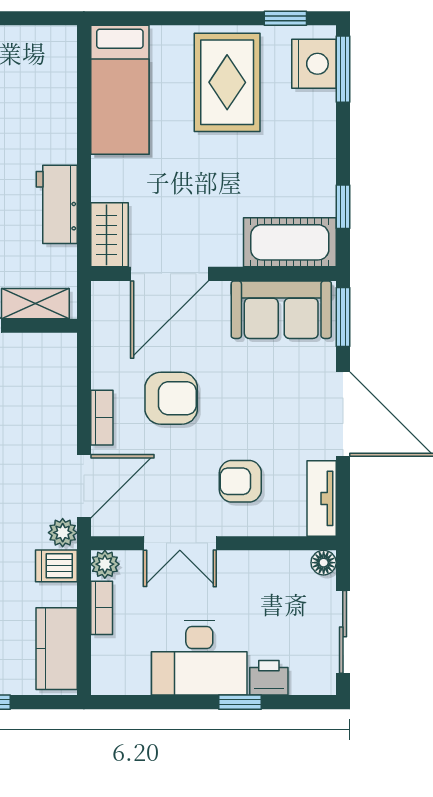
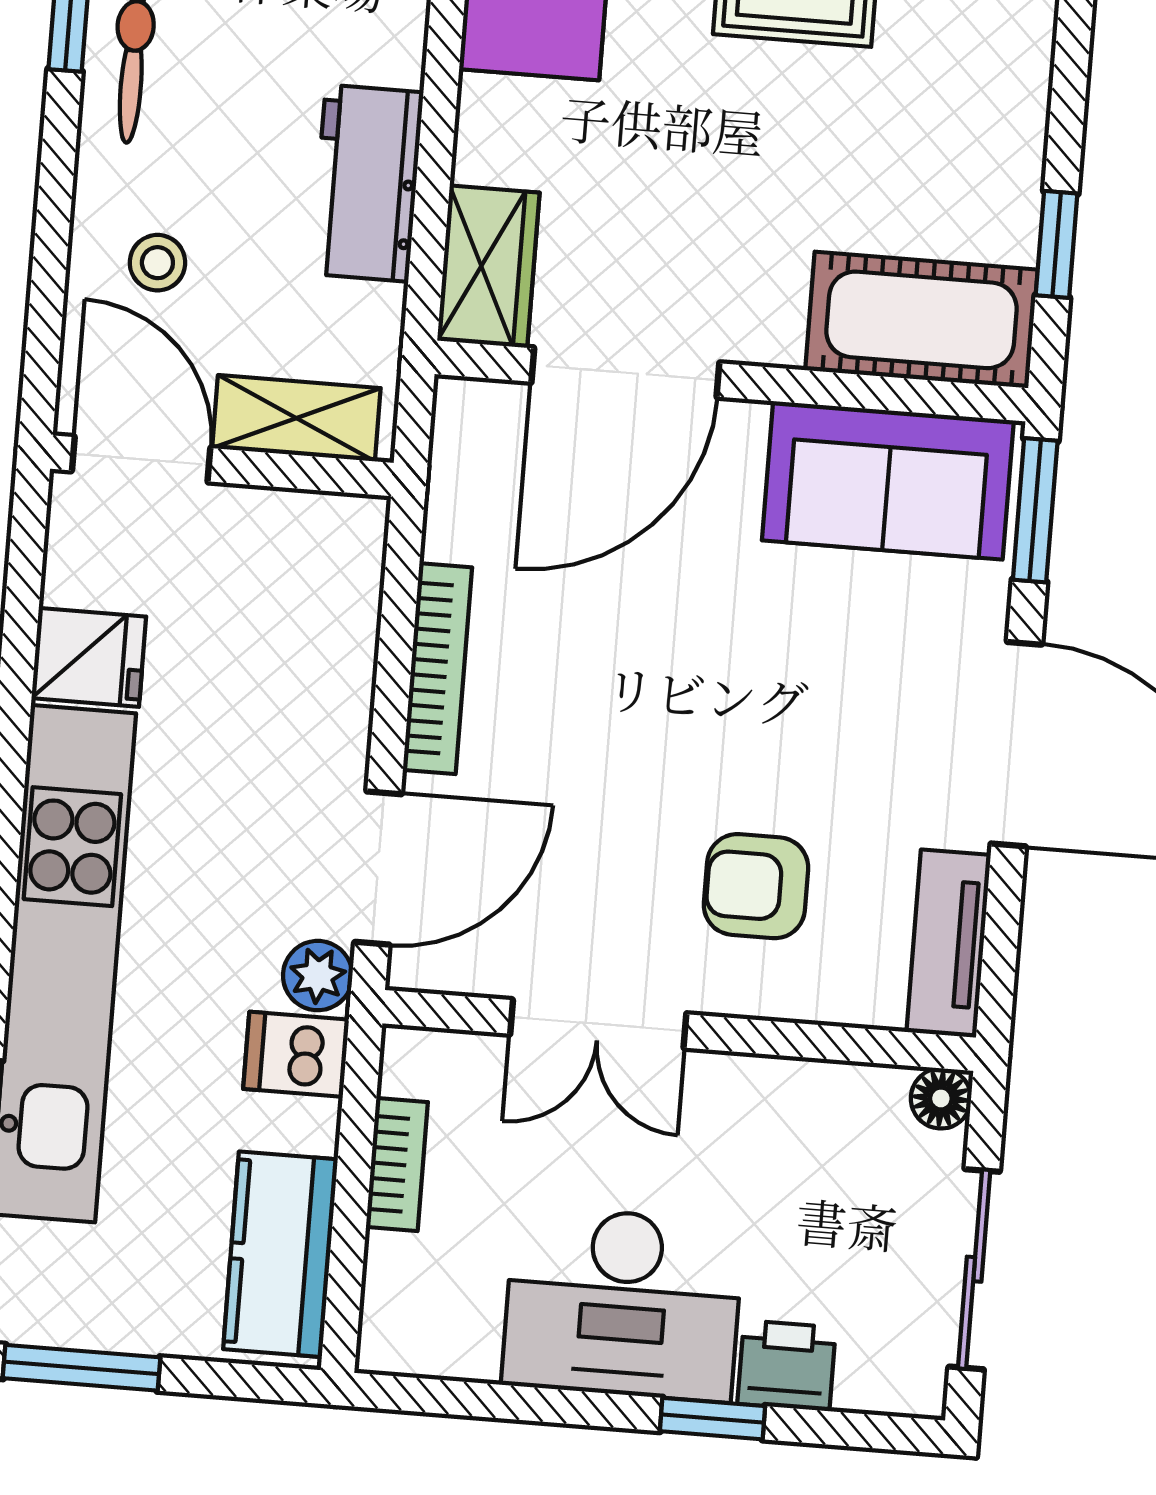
armchair: (171, 398) -> (605, 673), removed
bookcase: (102, 418) -> (437, 669), width x1.56
plant: (105, 564) -> (413, 1060), removed

